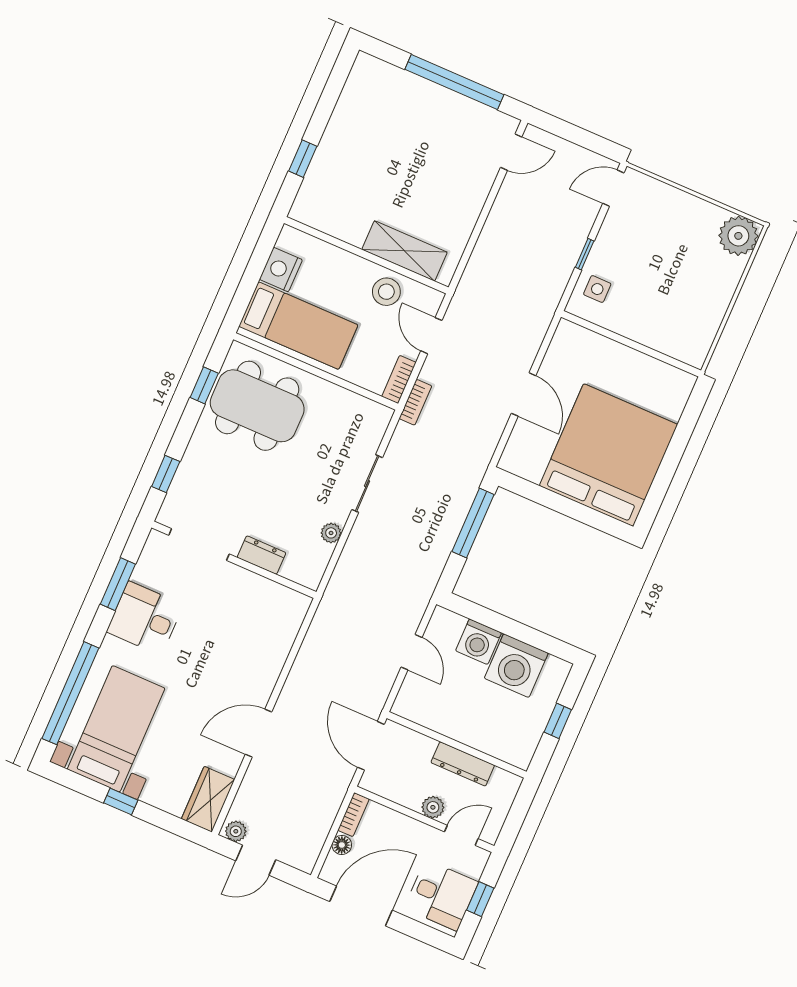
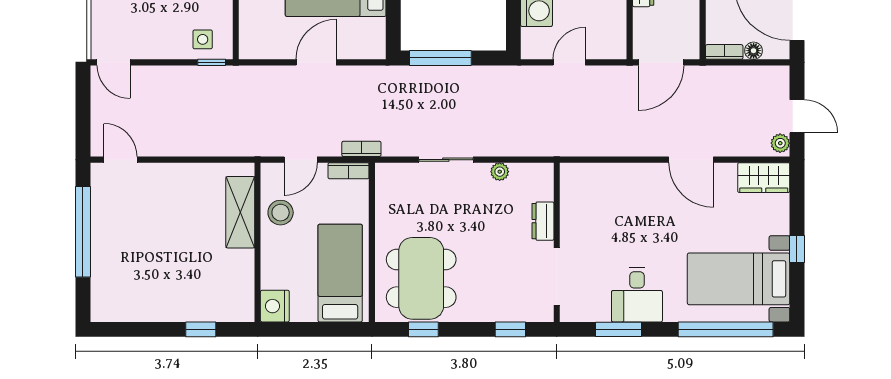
window: (585, 254) -> (212, 62), moved
nightstand: (281, 269) -> (275, 306), moved, turned 90

